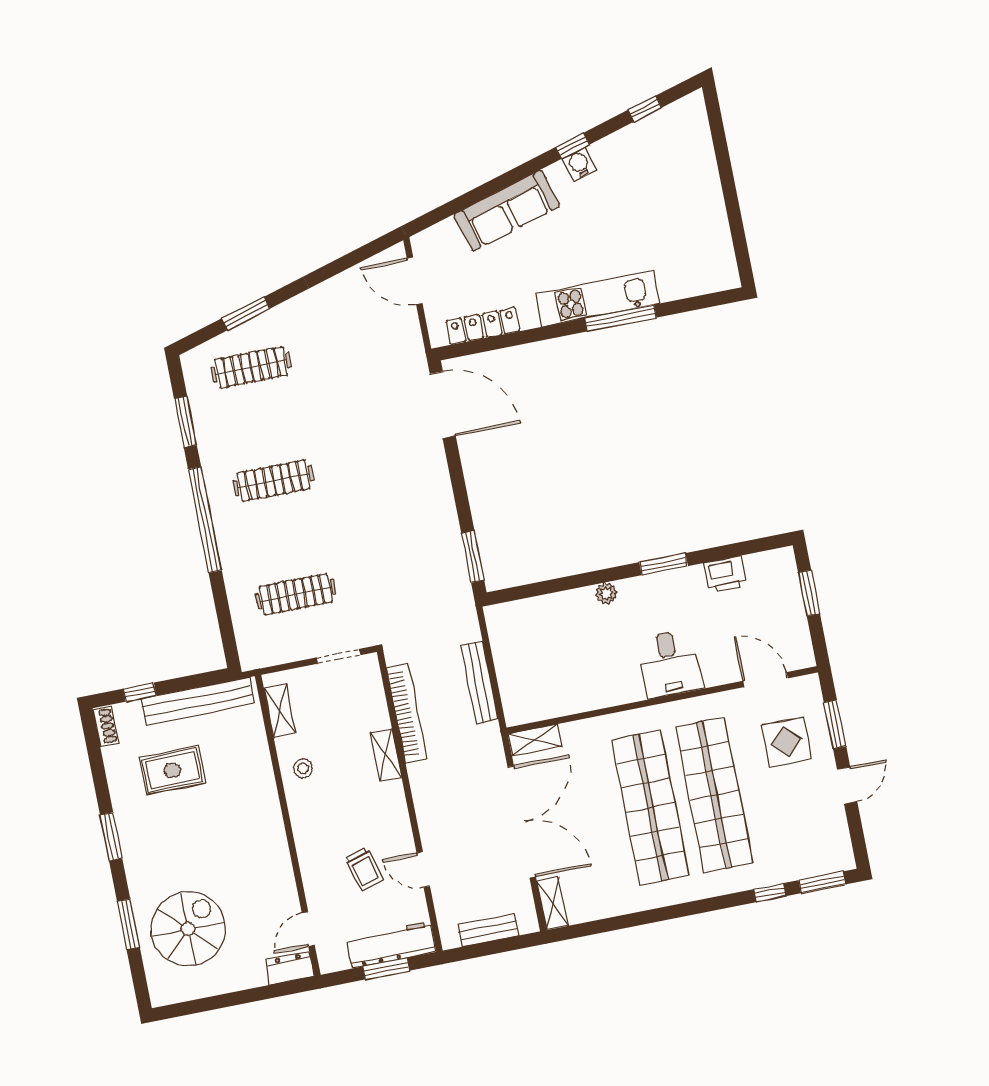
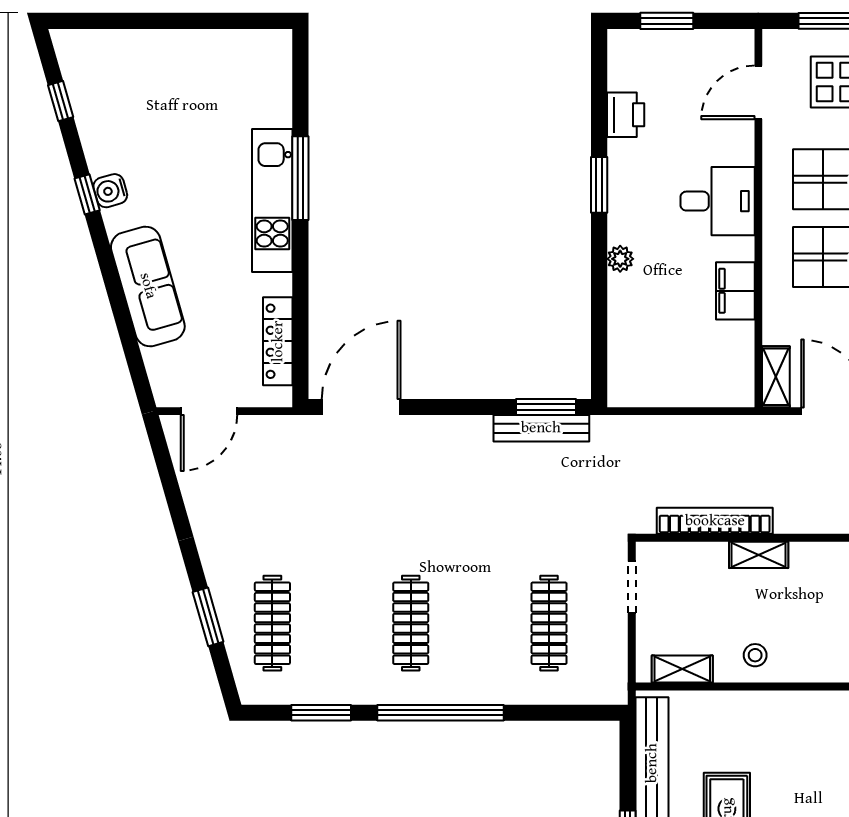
bench: (479, 682) -> (541, 428), moved
filing cabinet: (599, 693) -> (735, 291), added

